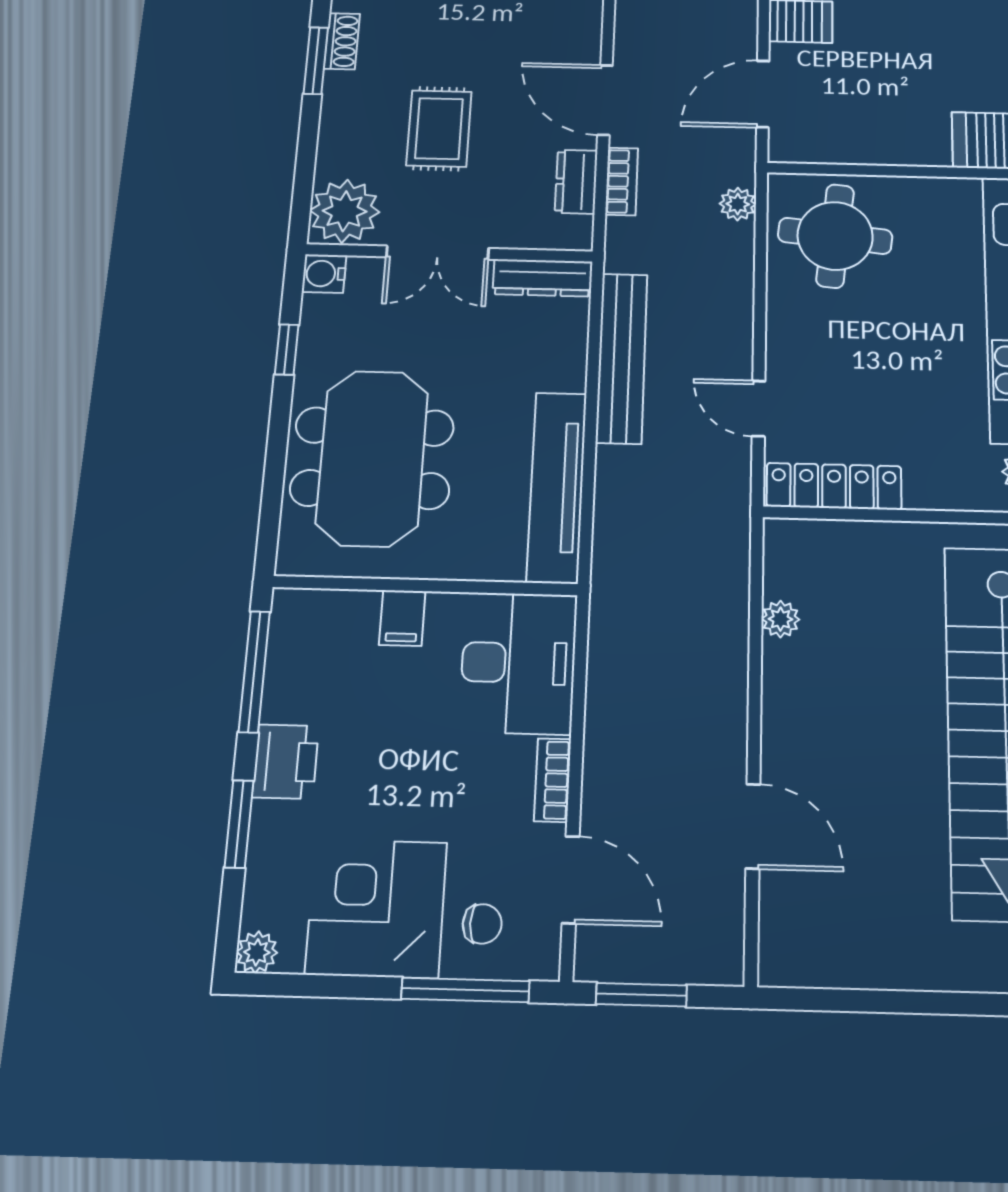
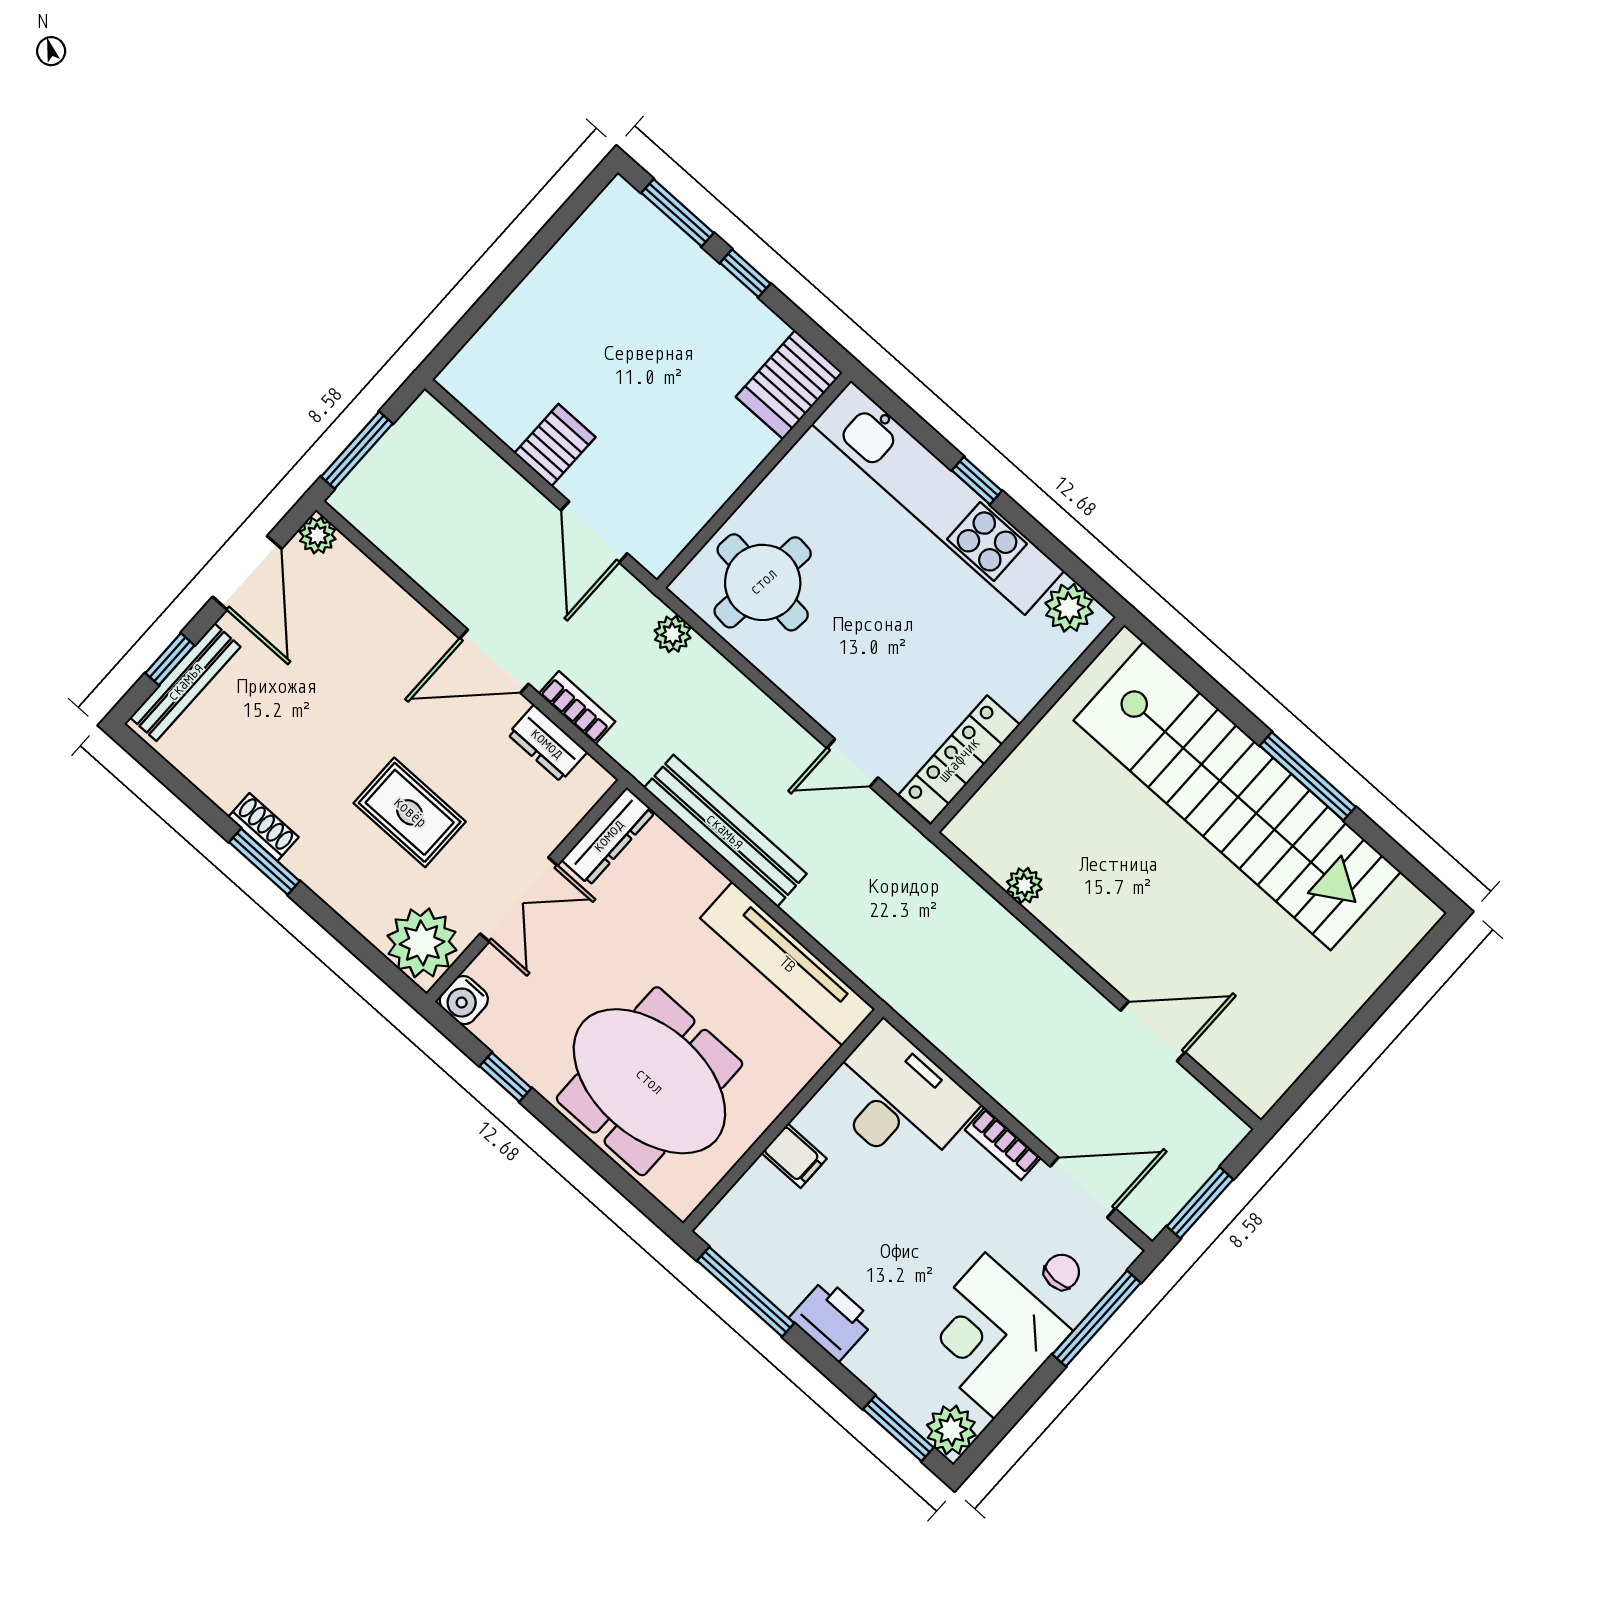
window: (239, 824) -> (898, 1428), moved
plant: (257, 952) -> (951, 1430), width x1.38, depth x1.38

